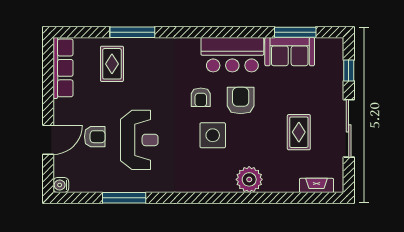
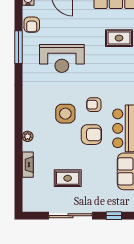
armchair: (95, 137) -> (32, 25), moved
plant: (249, 179) -> (28, 136), width x0.53, depth x0.53
fireplace: (316, 185) -> (28, 165), moved

